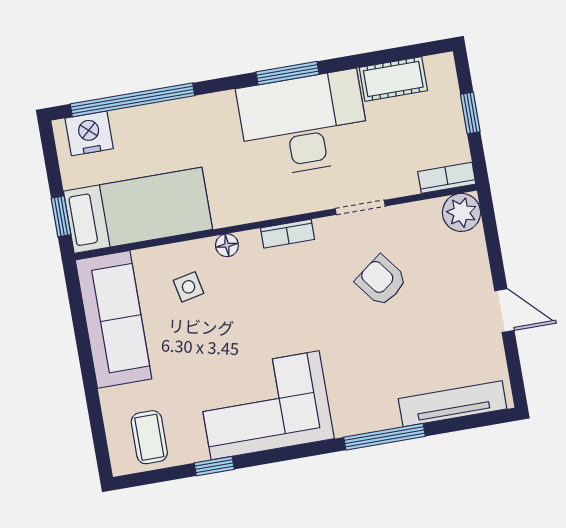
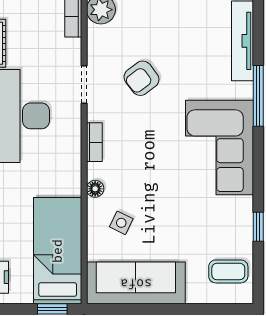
side table: (188, 287) -> (121, 223), turned 38
corner sofa: (265, 405) -> (219, 148), moved

